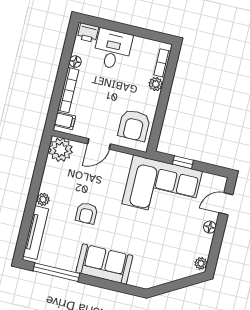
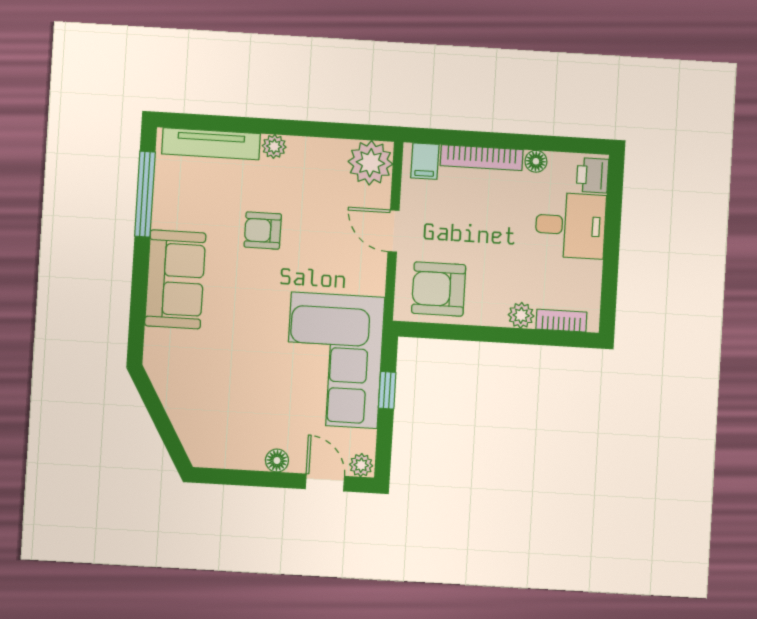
plant: (201, 263) -> (361, 465), moved

